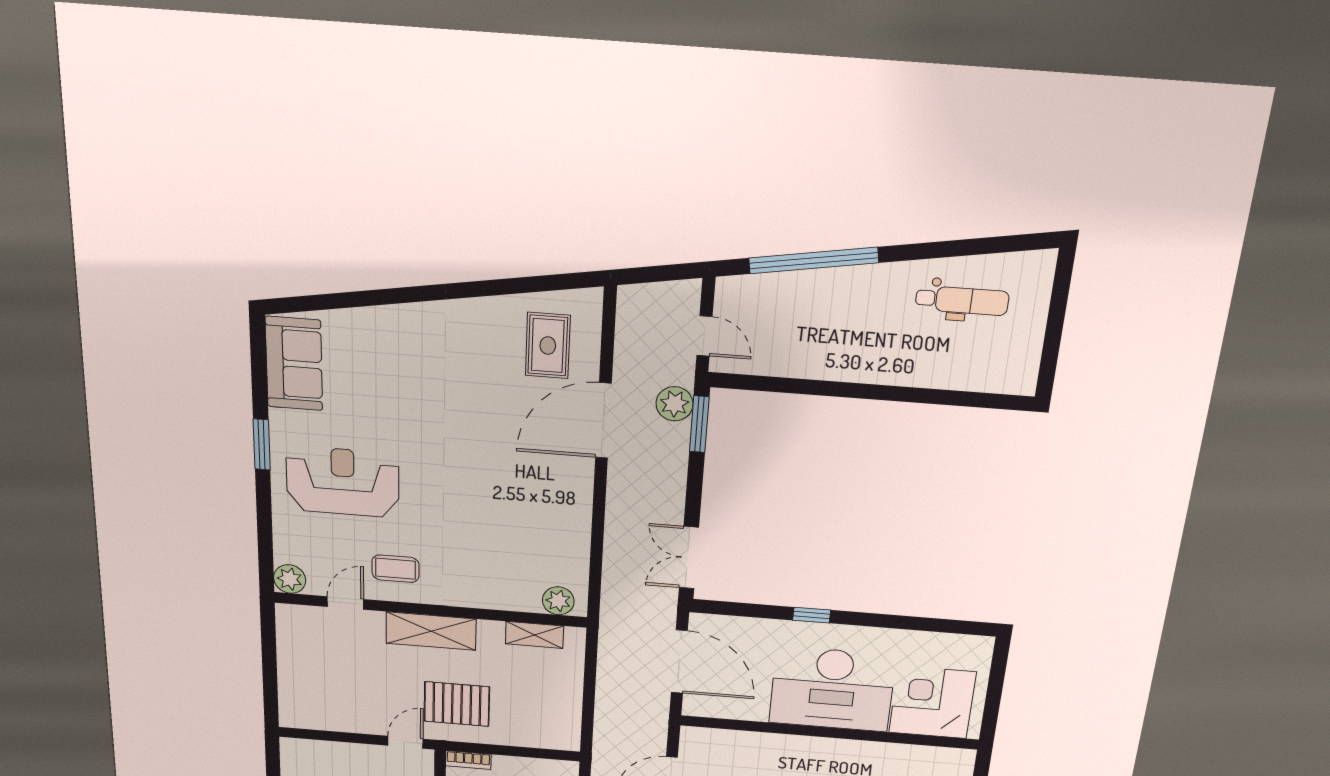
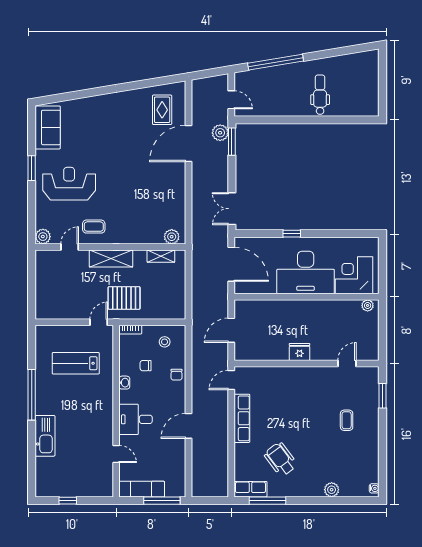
dental chair: (962, 300) -> (320, 95), moved, turned -90
plant: (952, 758) -> (368, 305), added

